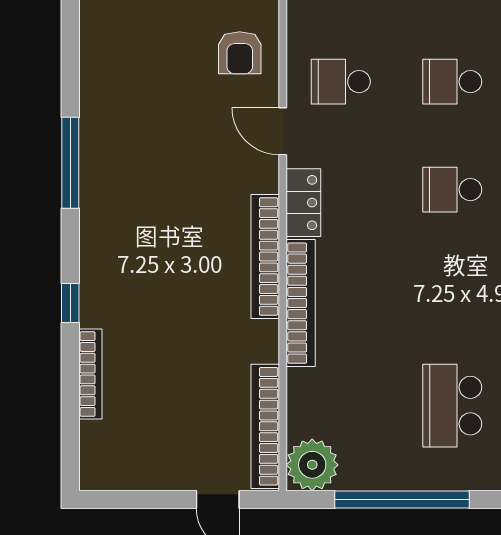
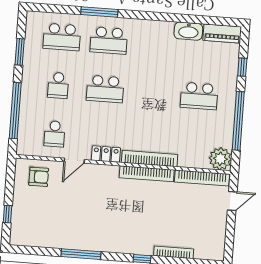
school desk: (452, 190) -> (105, 89), width x1.85
bookcase: (265, 256) -> (147, 174), moved

